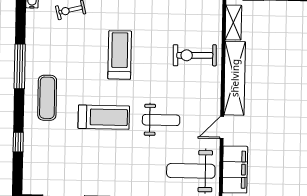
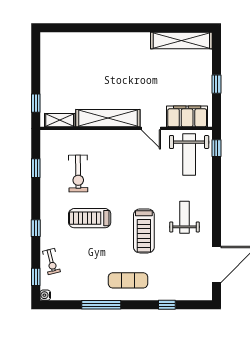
exercise bike: (195, 55) -> (78, 174), moved
treadmill: (104, 117) -> (144, 231), turned 180
weight bench: (161, 120) -> (185, 217), moved

